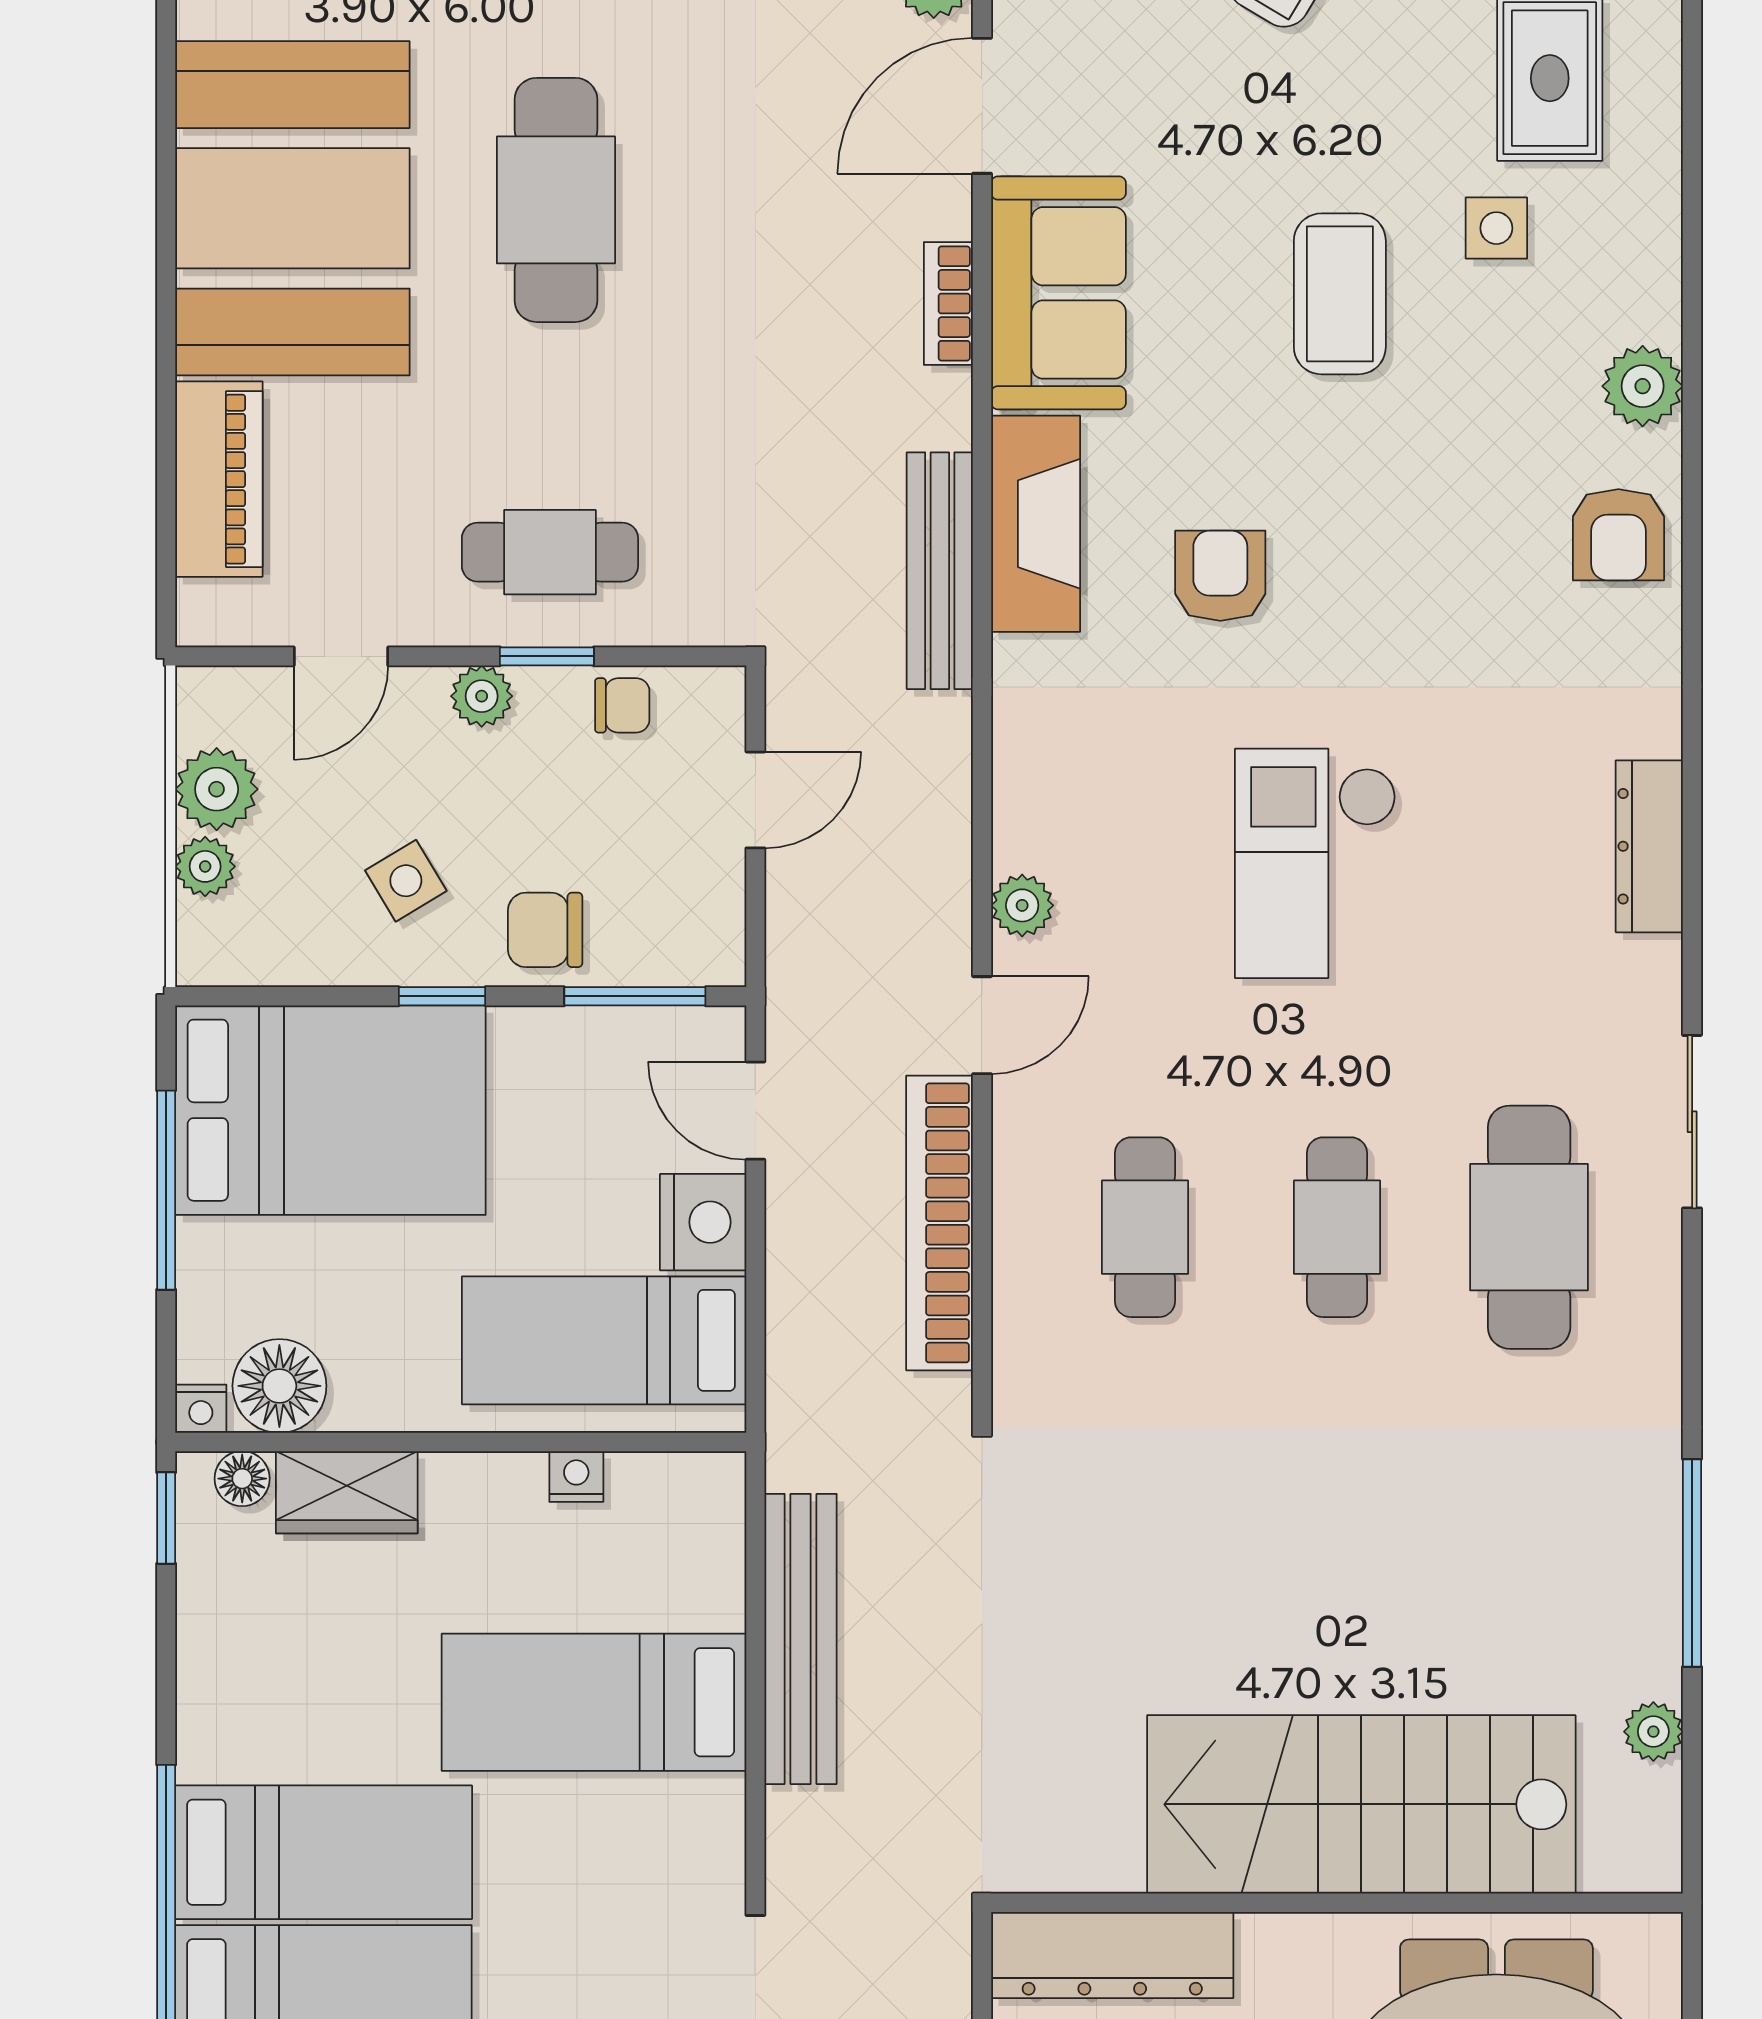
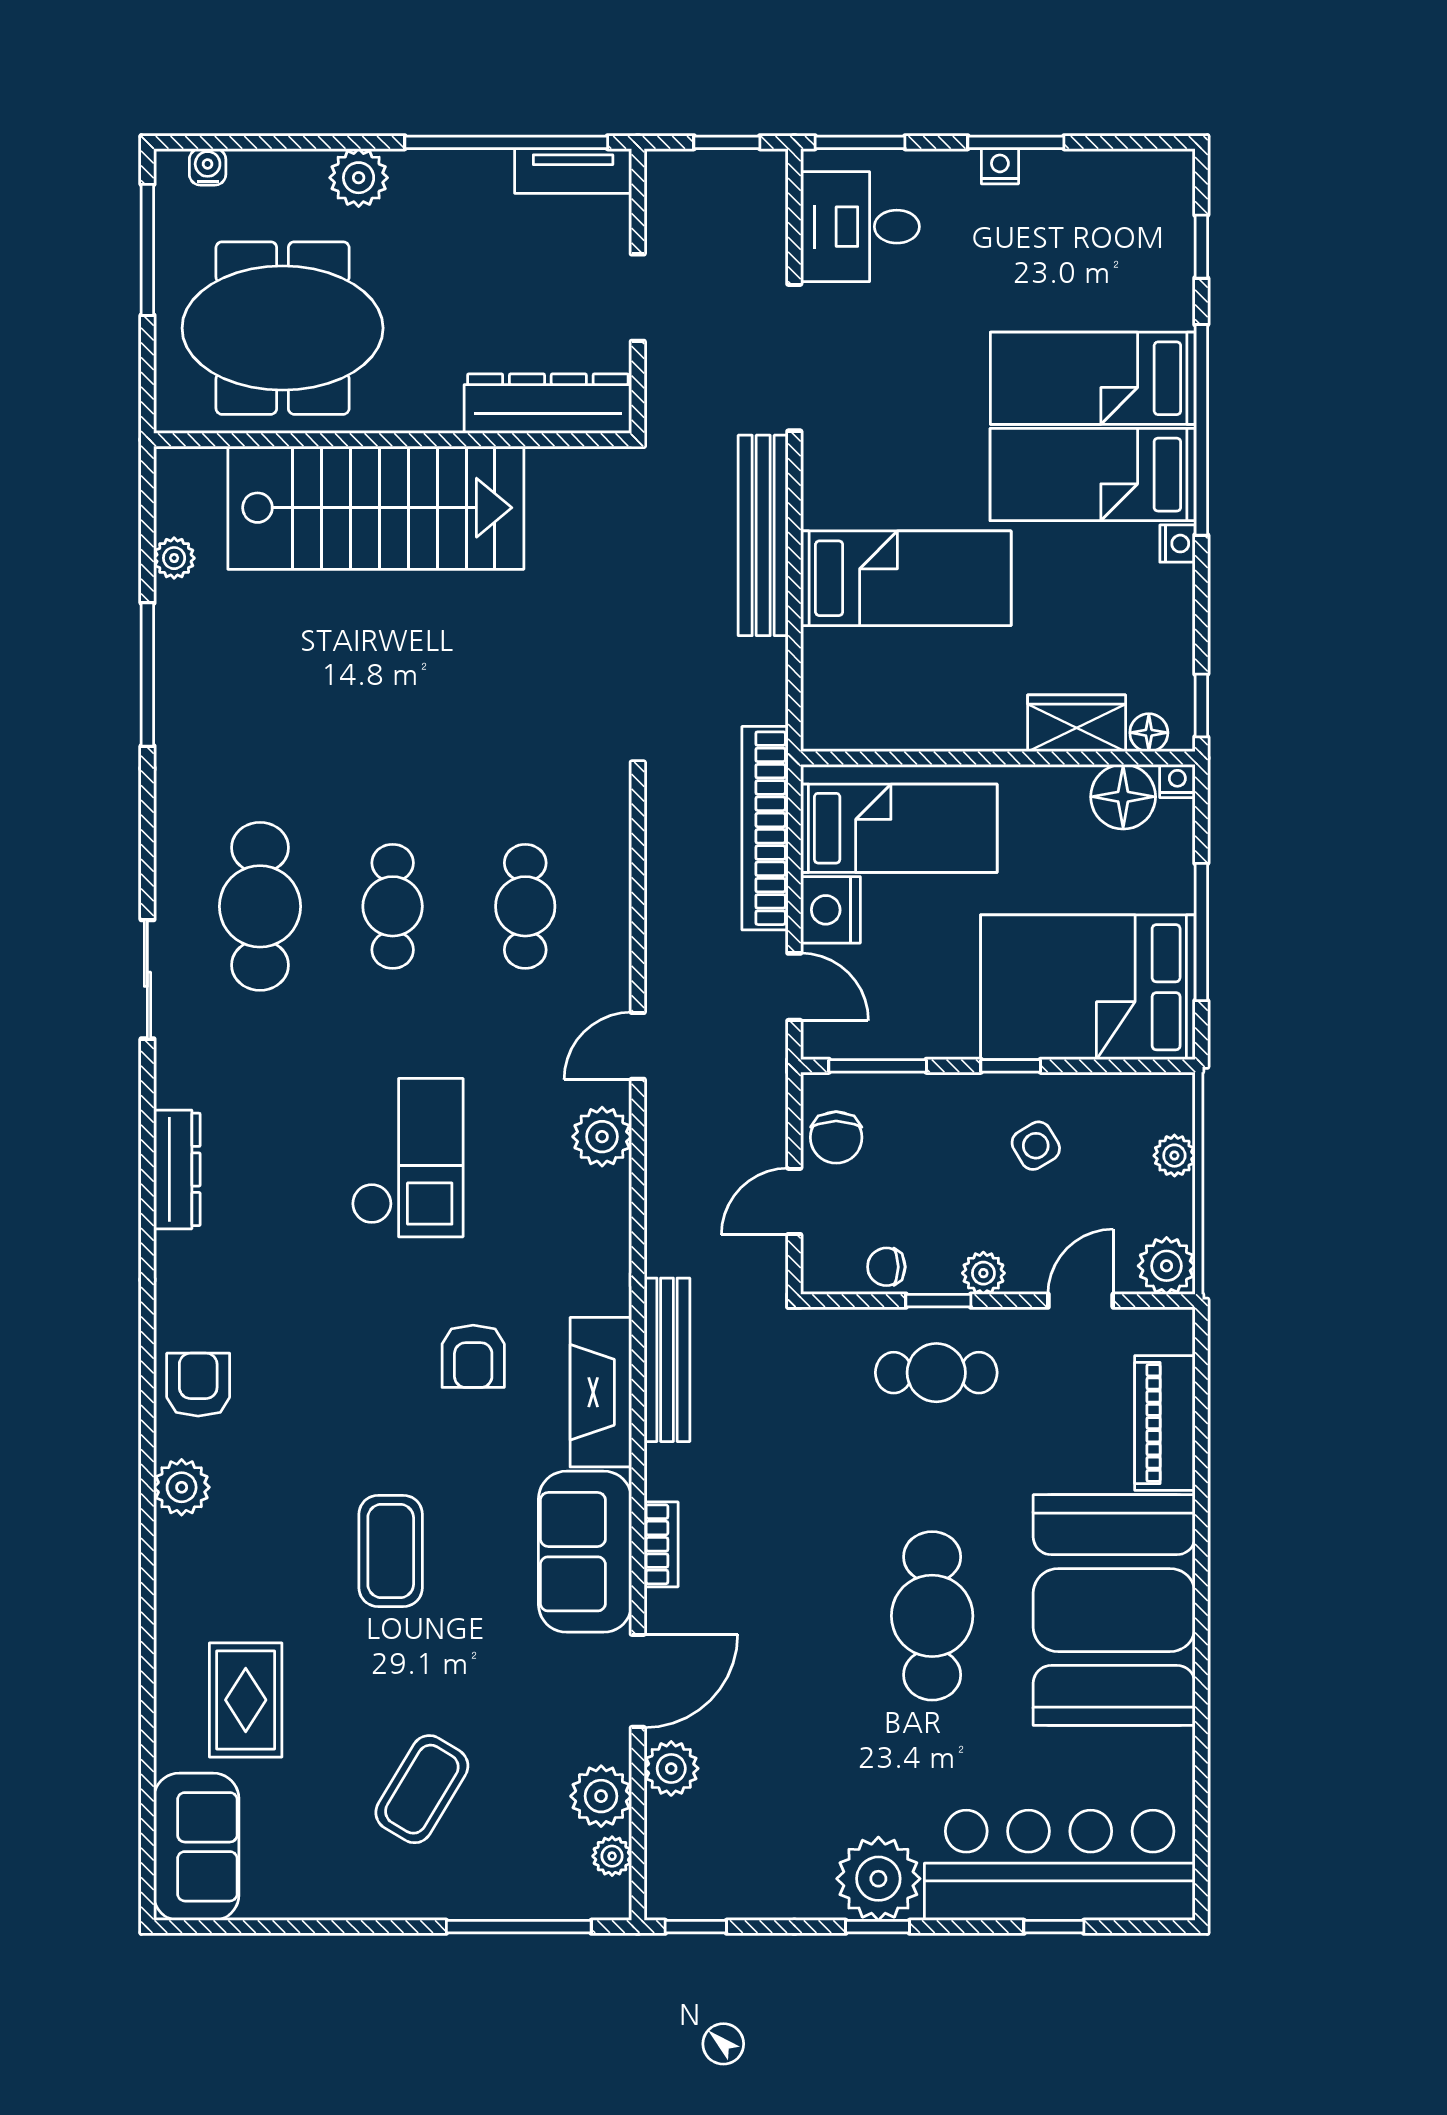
side table: (1496, 228) -> (283, 1596), removed
plant: (217, 789) -> (1167, 1266), moved
plant: (1022, 905) -> (602, 1137), width x1.38, depth x1.38
chair: (545, 930) -> (836, 1137), moved, turned 90
bookcase: (939, 1223) -> (765, 828), moved, turned 180
nightstand: (576, 1477) -> (1177, 544), moved, turned -90
bench: (801, 1639) -> (763, 535), moved

